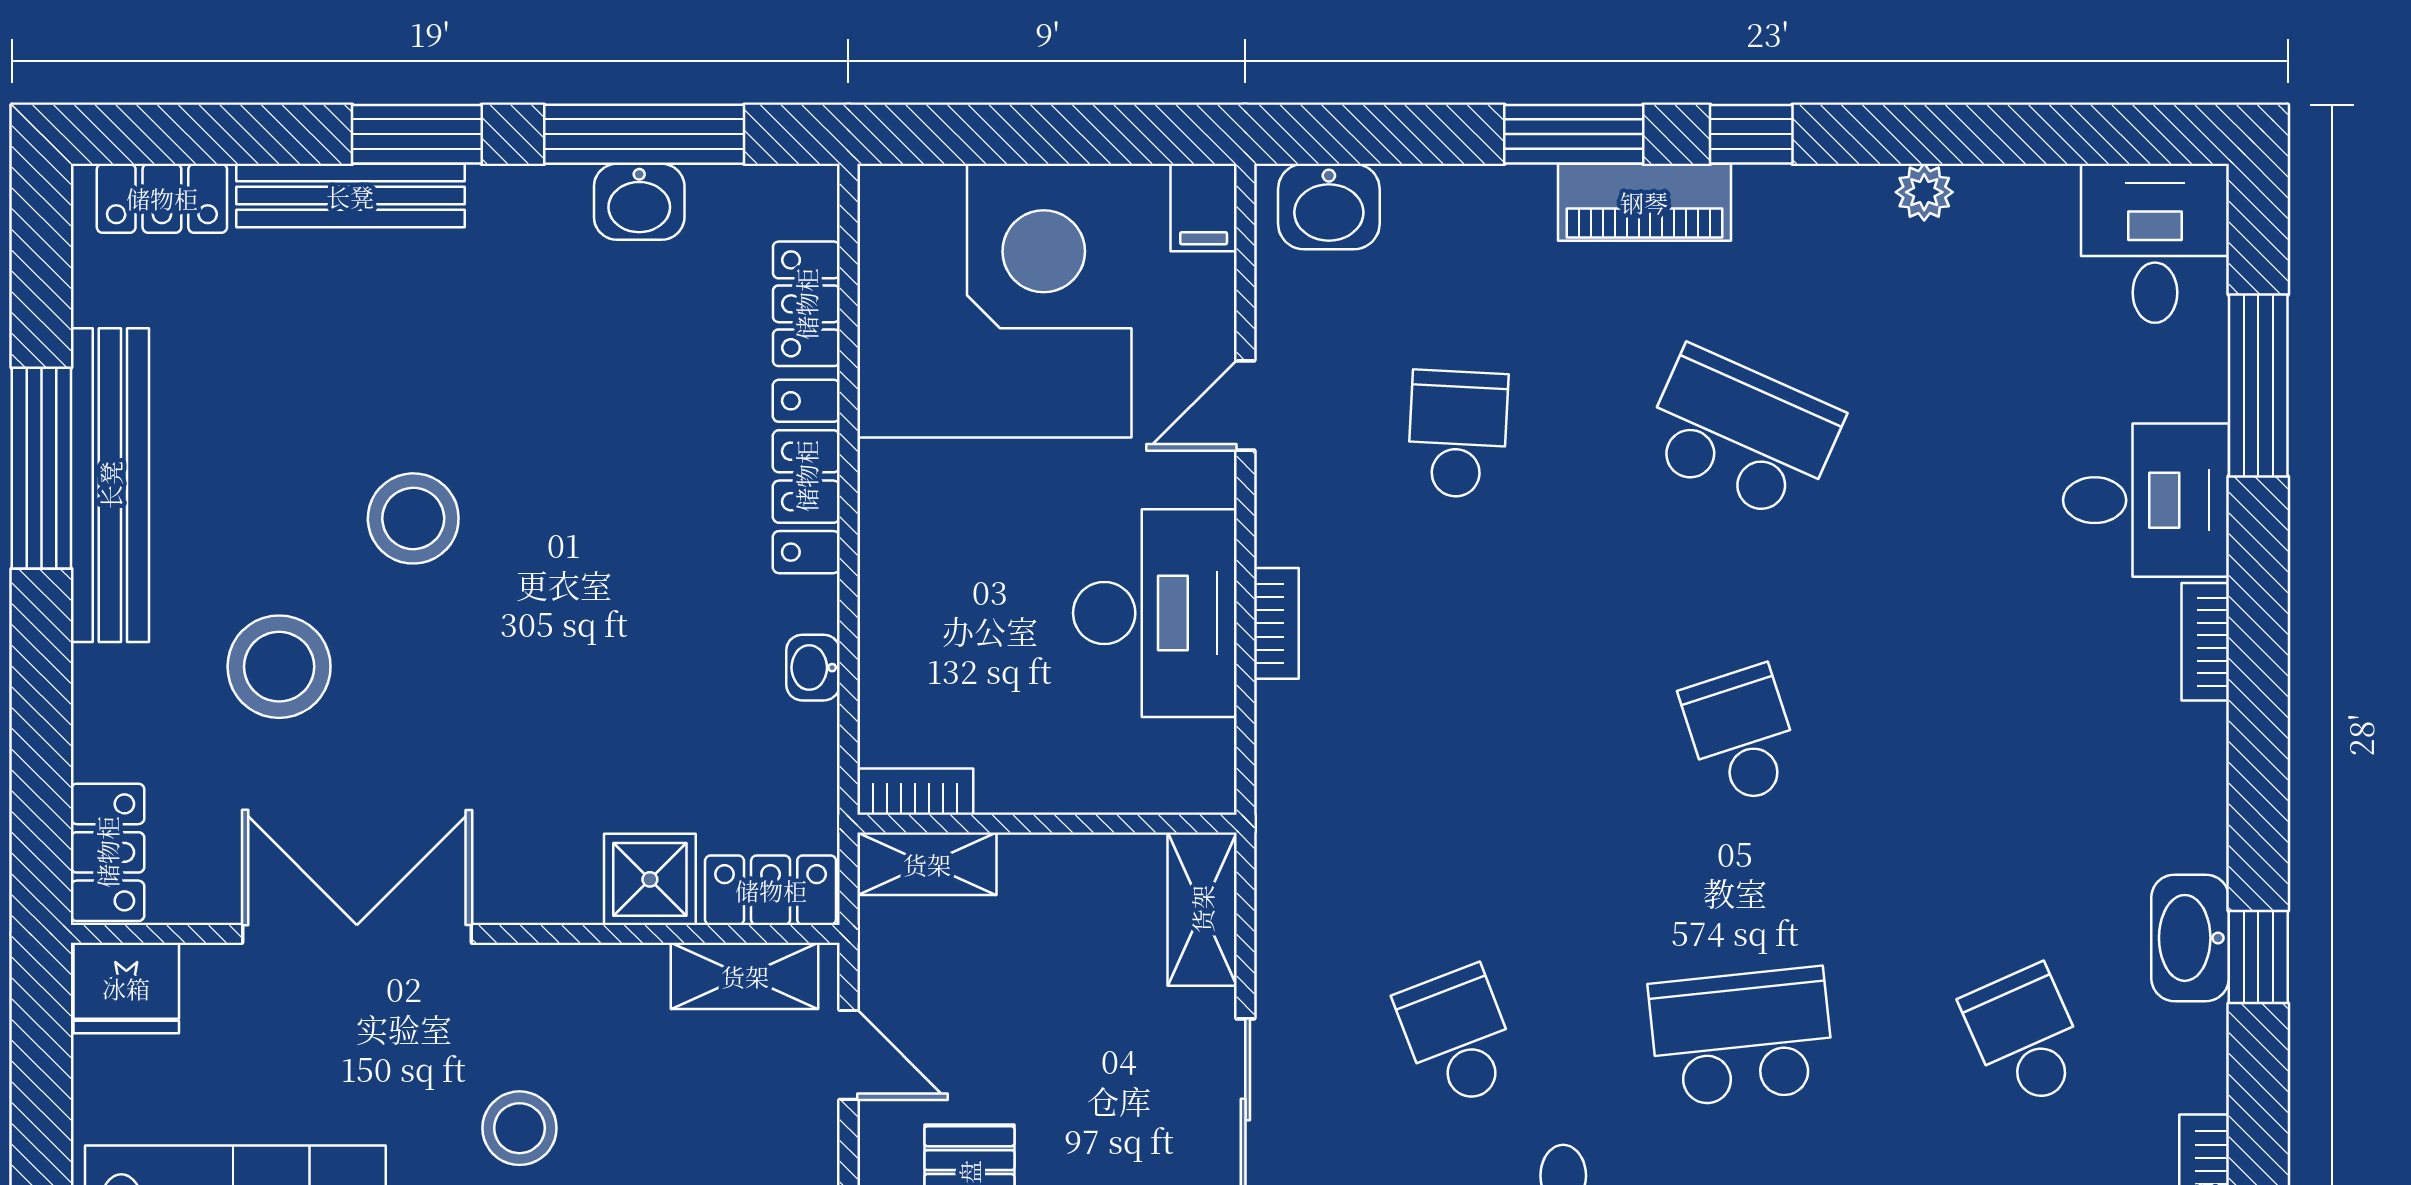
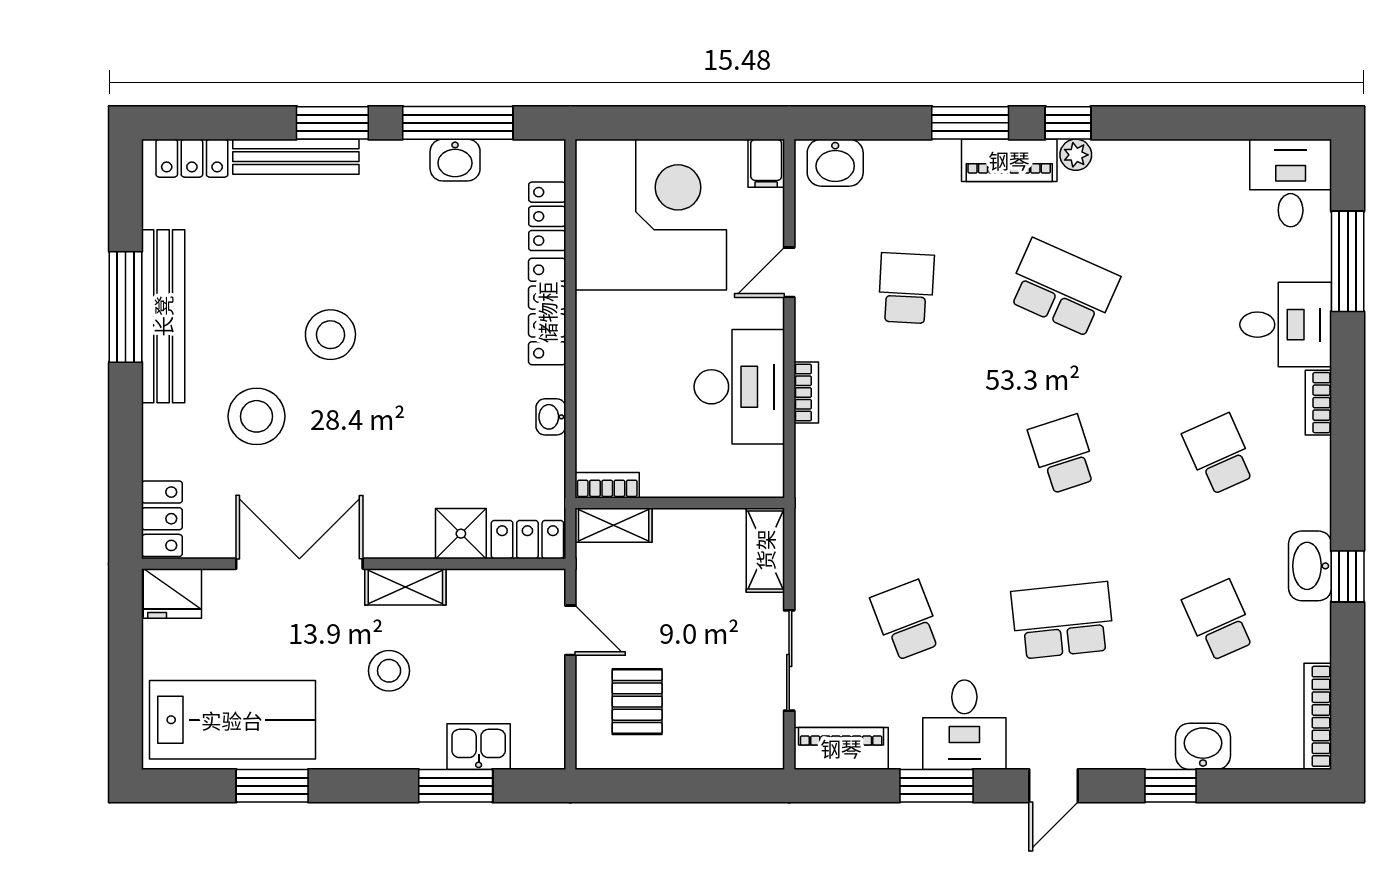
plant: (1924, 192) -> (1076, 155), moved
school desk: (2025, 735) -> (1219, 454), added
shelving: (745, 976) -> (405, 587), moved

